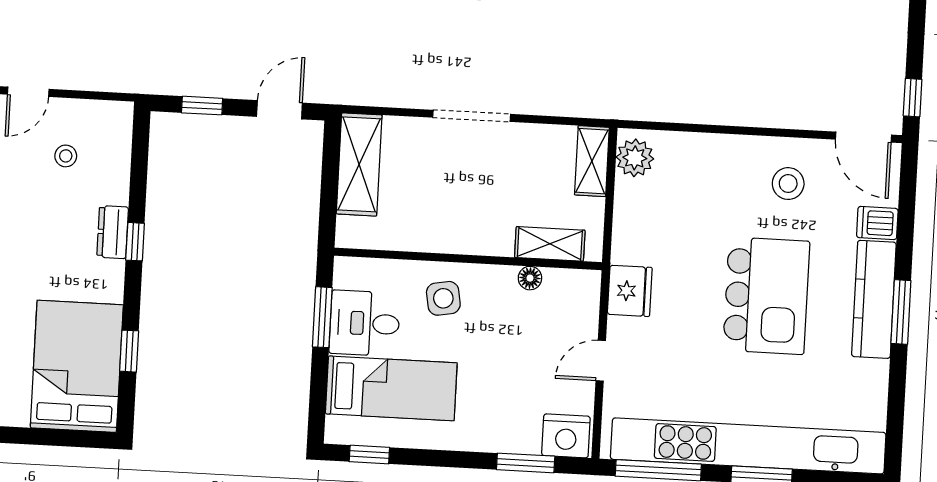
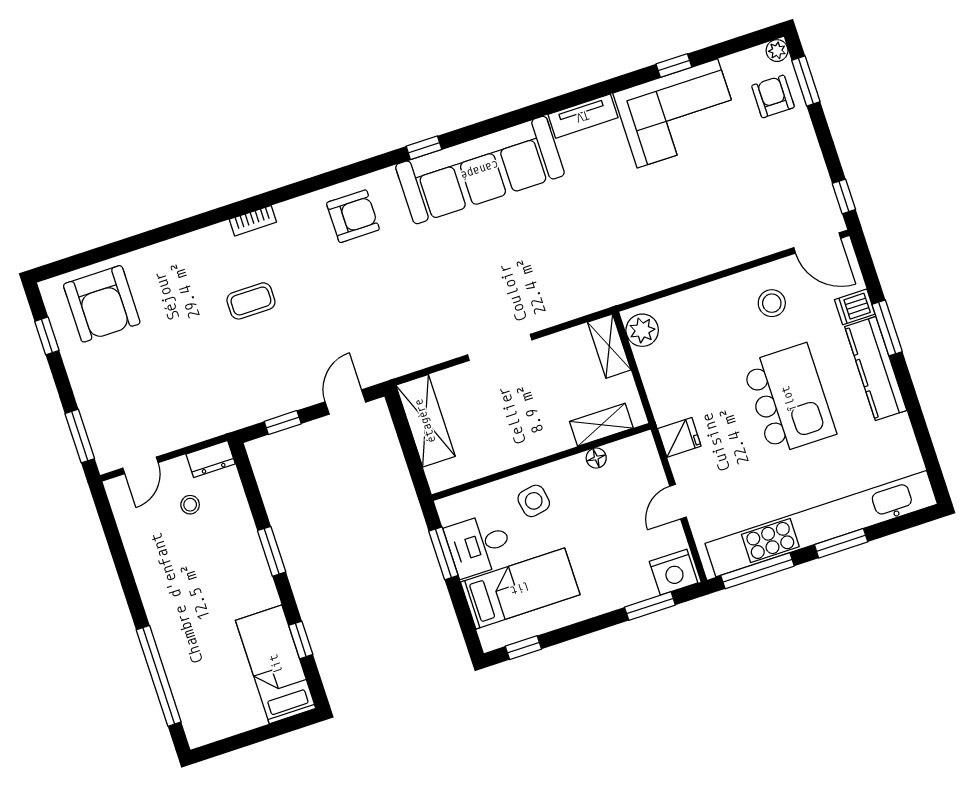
dresser: (113, 232) -> (211, 459), moved, turned -90
window: (135, 242) -> (272, 551), width x1.50
fridge: (630, 291) -> (679, 437), width x0.72
window: (901, 312) -> (887, 328), moved
bed: (77, 366) -> (276, 664), width x0.67

